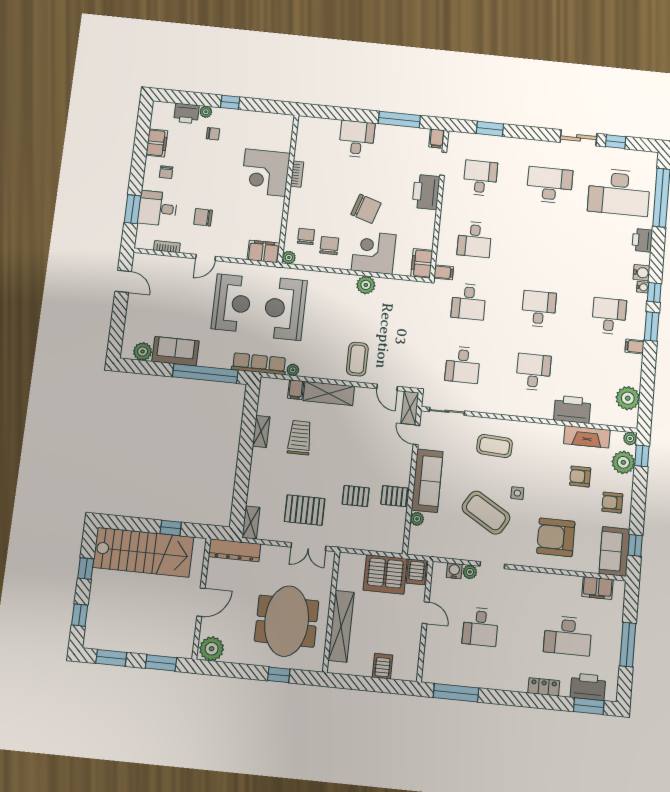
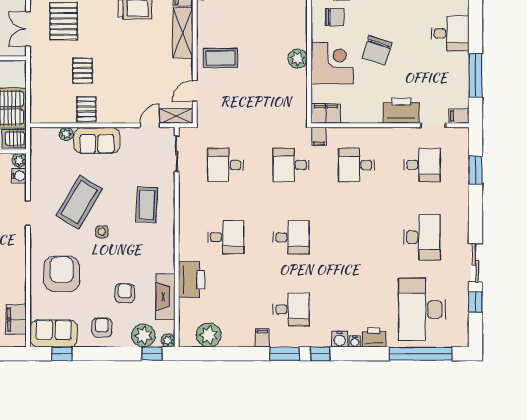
water cooler: (643, 287) -> (355, 341), moved
sofa: (427, 481) -> (97, 140), width x0.73
plant: (470, 572) -> (19, 160), moved

